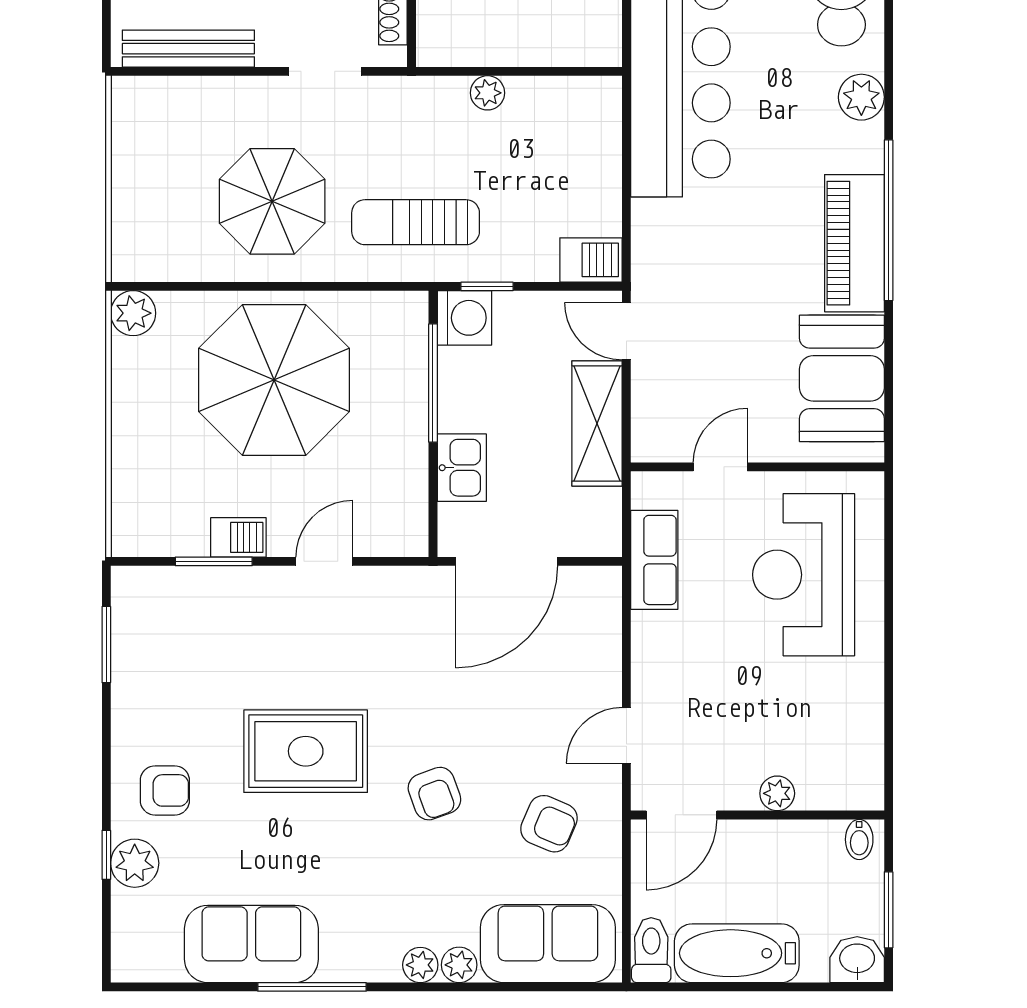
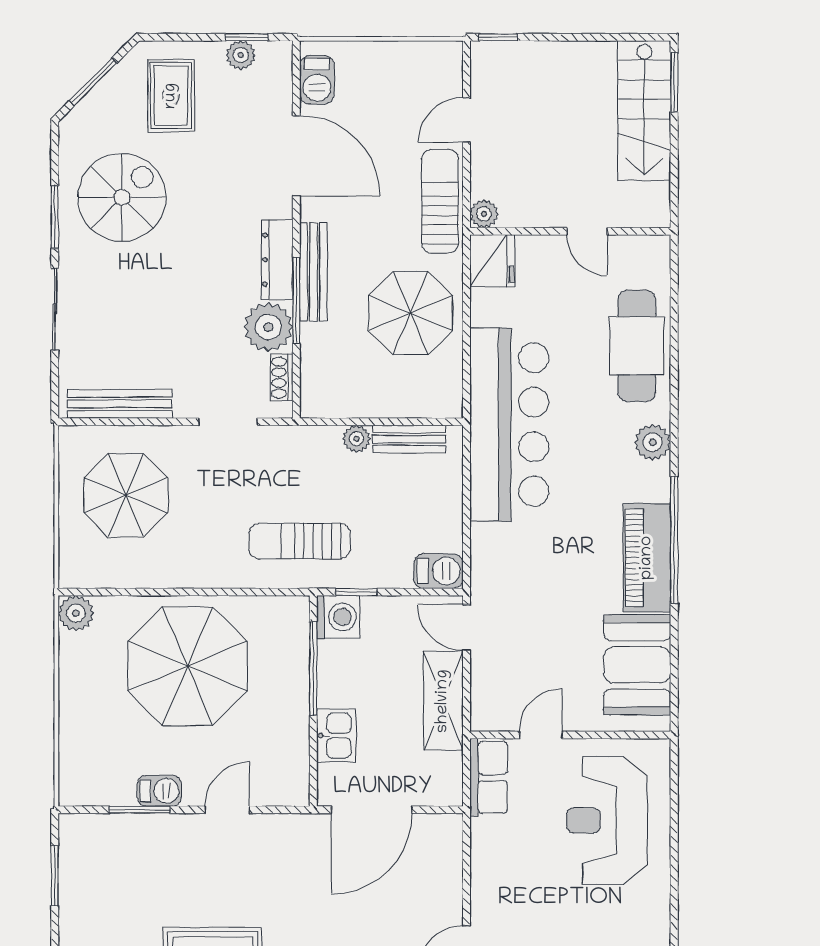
bench: (554, 93) -> (409, 439), added
parasol: (272, 201) -> (126, 495), moved
row of seats: (654, 560) -> (489, 777), moved

